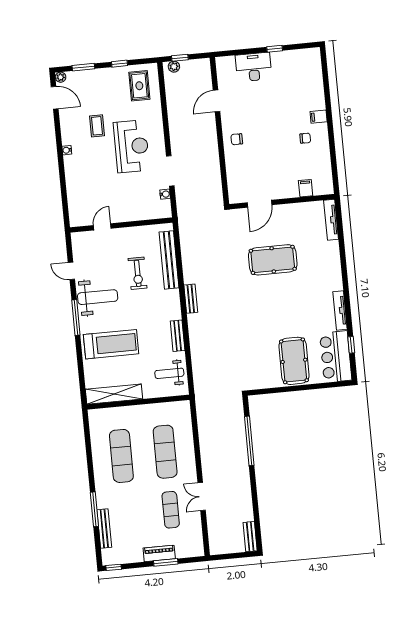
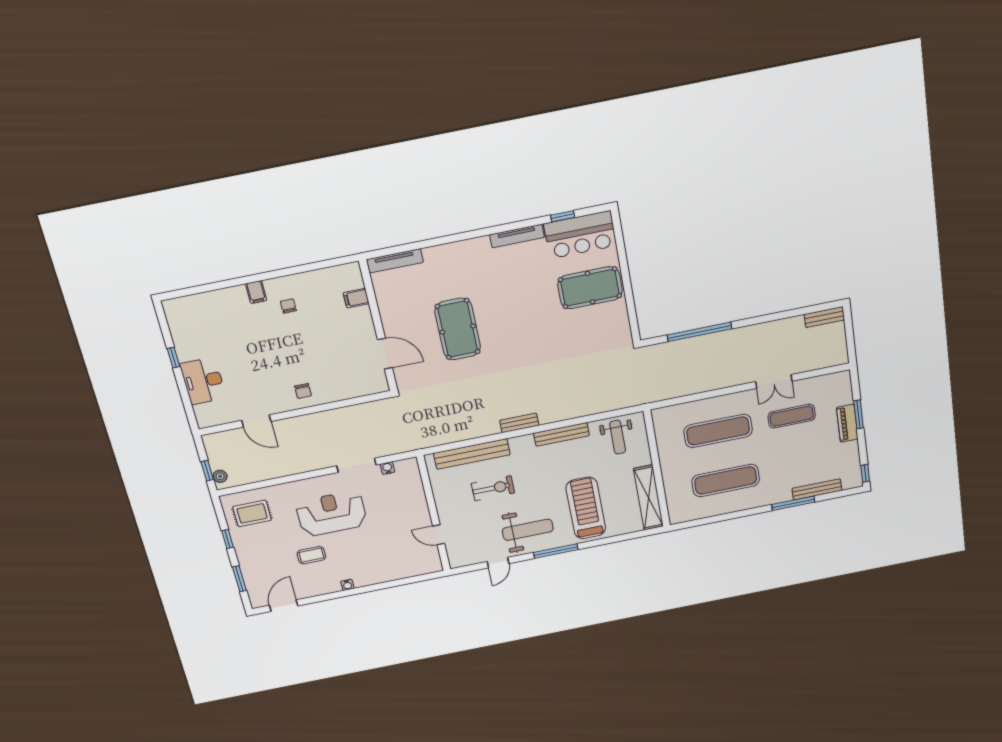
plant: (61, 77) -> (257, 602), removed
weight bench: (98, 297) -> (528, 530), turned 90
bench: (178, 336) -> (561, 434), width x1.36

